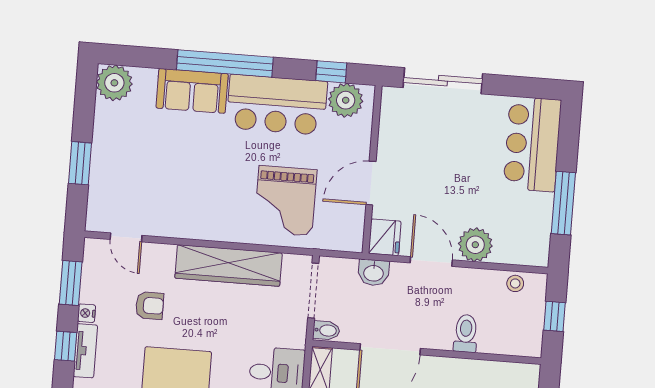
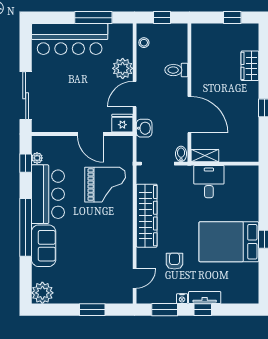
plant: (346, 100) -> (37, 158), width x0.53, depth x0.53
bar counter: (532, 144) -> (70, 39), width x1.36

